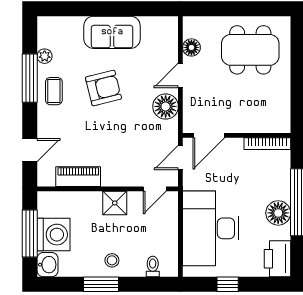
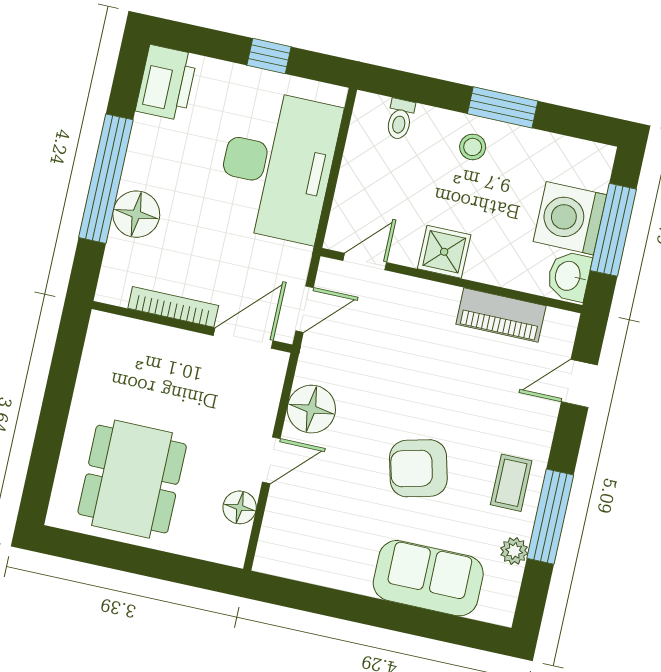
sofa: (112, 32) -> (428, 578), moved
dining table: (250, 50) -> (132, 479), turned 90
bookcase: (267, 144) -> (173, 307), moved
floor lamp: (278, 213) -> (136, 214), moved
washbasin: (48, 265) -> (569, 276), moved

